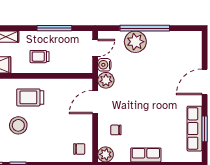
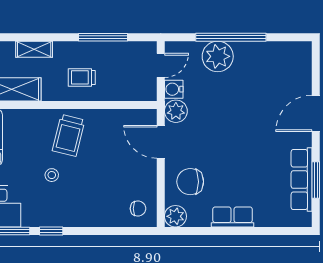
trolley: (30, 97) -> (69, 135), turned -76
door: (95, 102) -> (161, 142), hinge flipped
stool: (18, 125) -> (52, 175), width x0.53, depth x0.53
chair: (116, 130) -> (190, 182), width x1.87, depth x1.87

